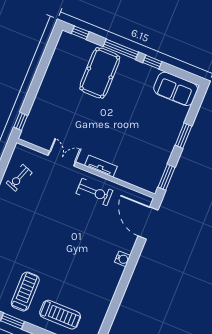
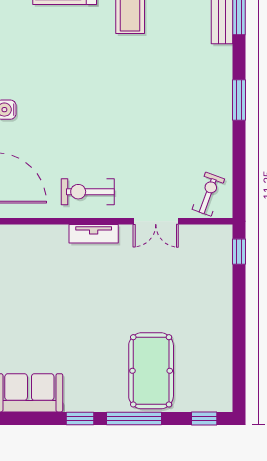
exercise bike: (19, 178) -> (208, 194), moved

